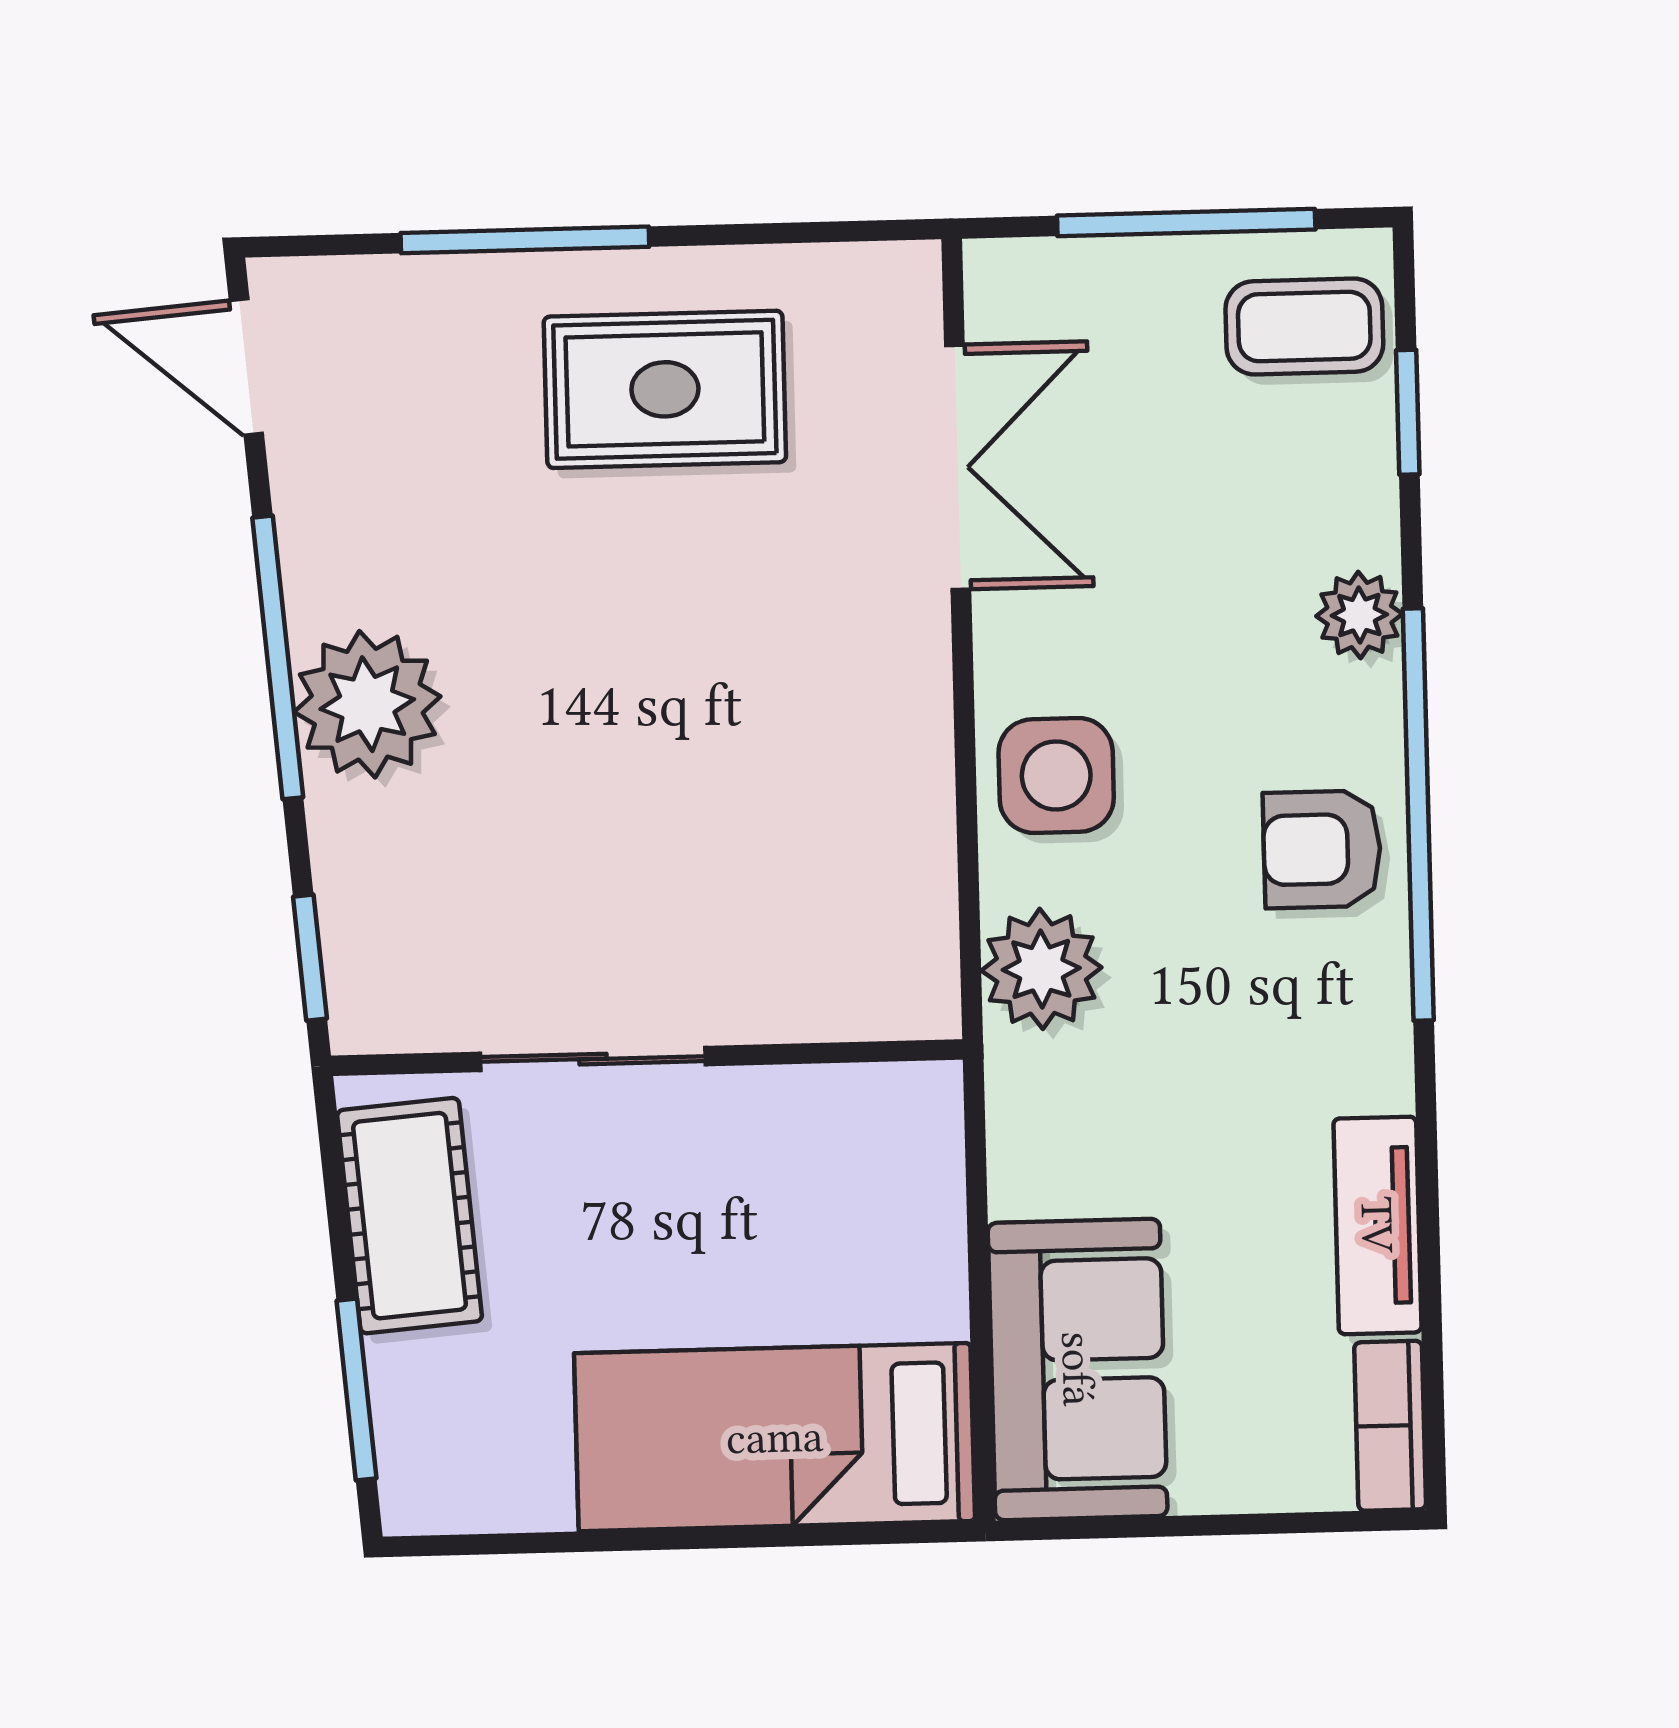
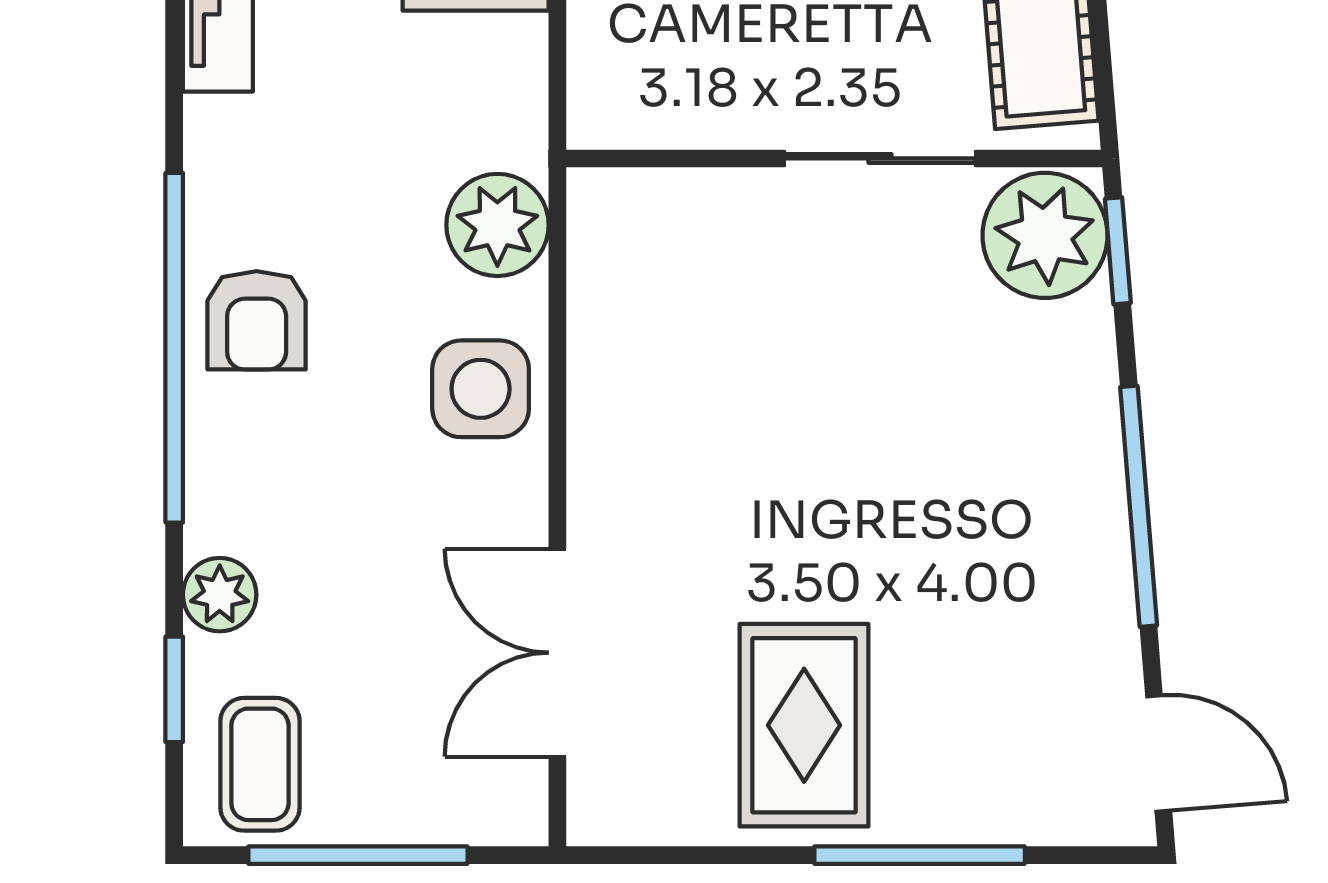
coffee table: (1304, 327) -> (260, 764), turned 90
rug: (665, 389) -> (804, 725), turned 90
plant: (1359, 615) -> (220, 595), moved
plant: (367, 704) -> (1045, 235), moved
armchair: (1322, 849) -> (257, 320), turned 90

